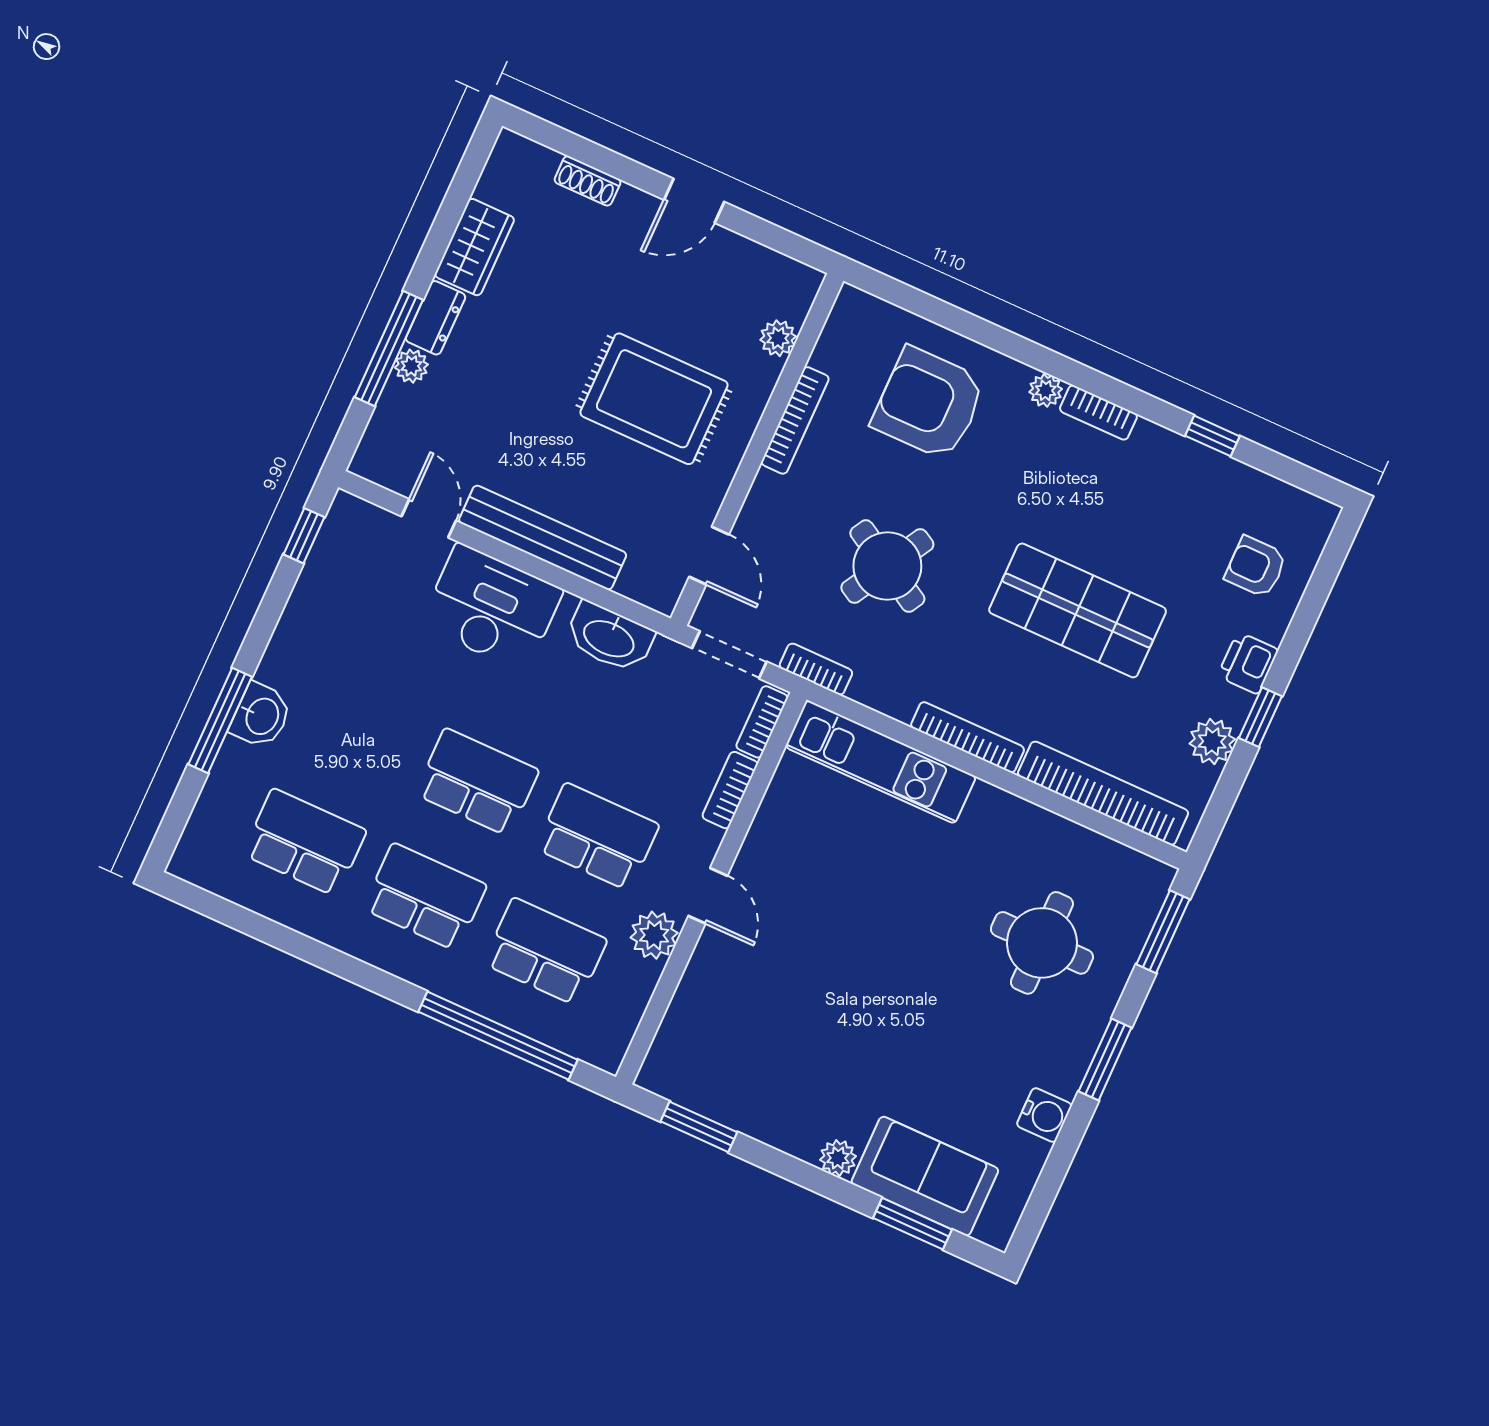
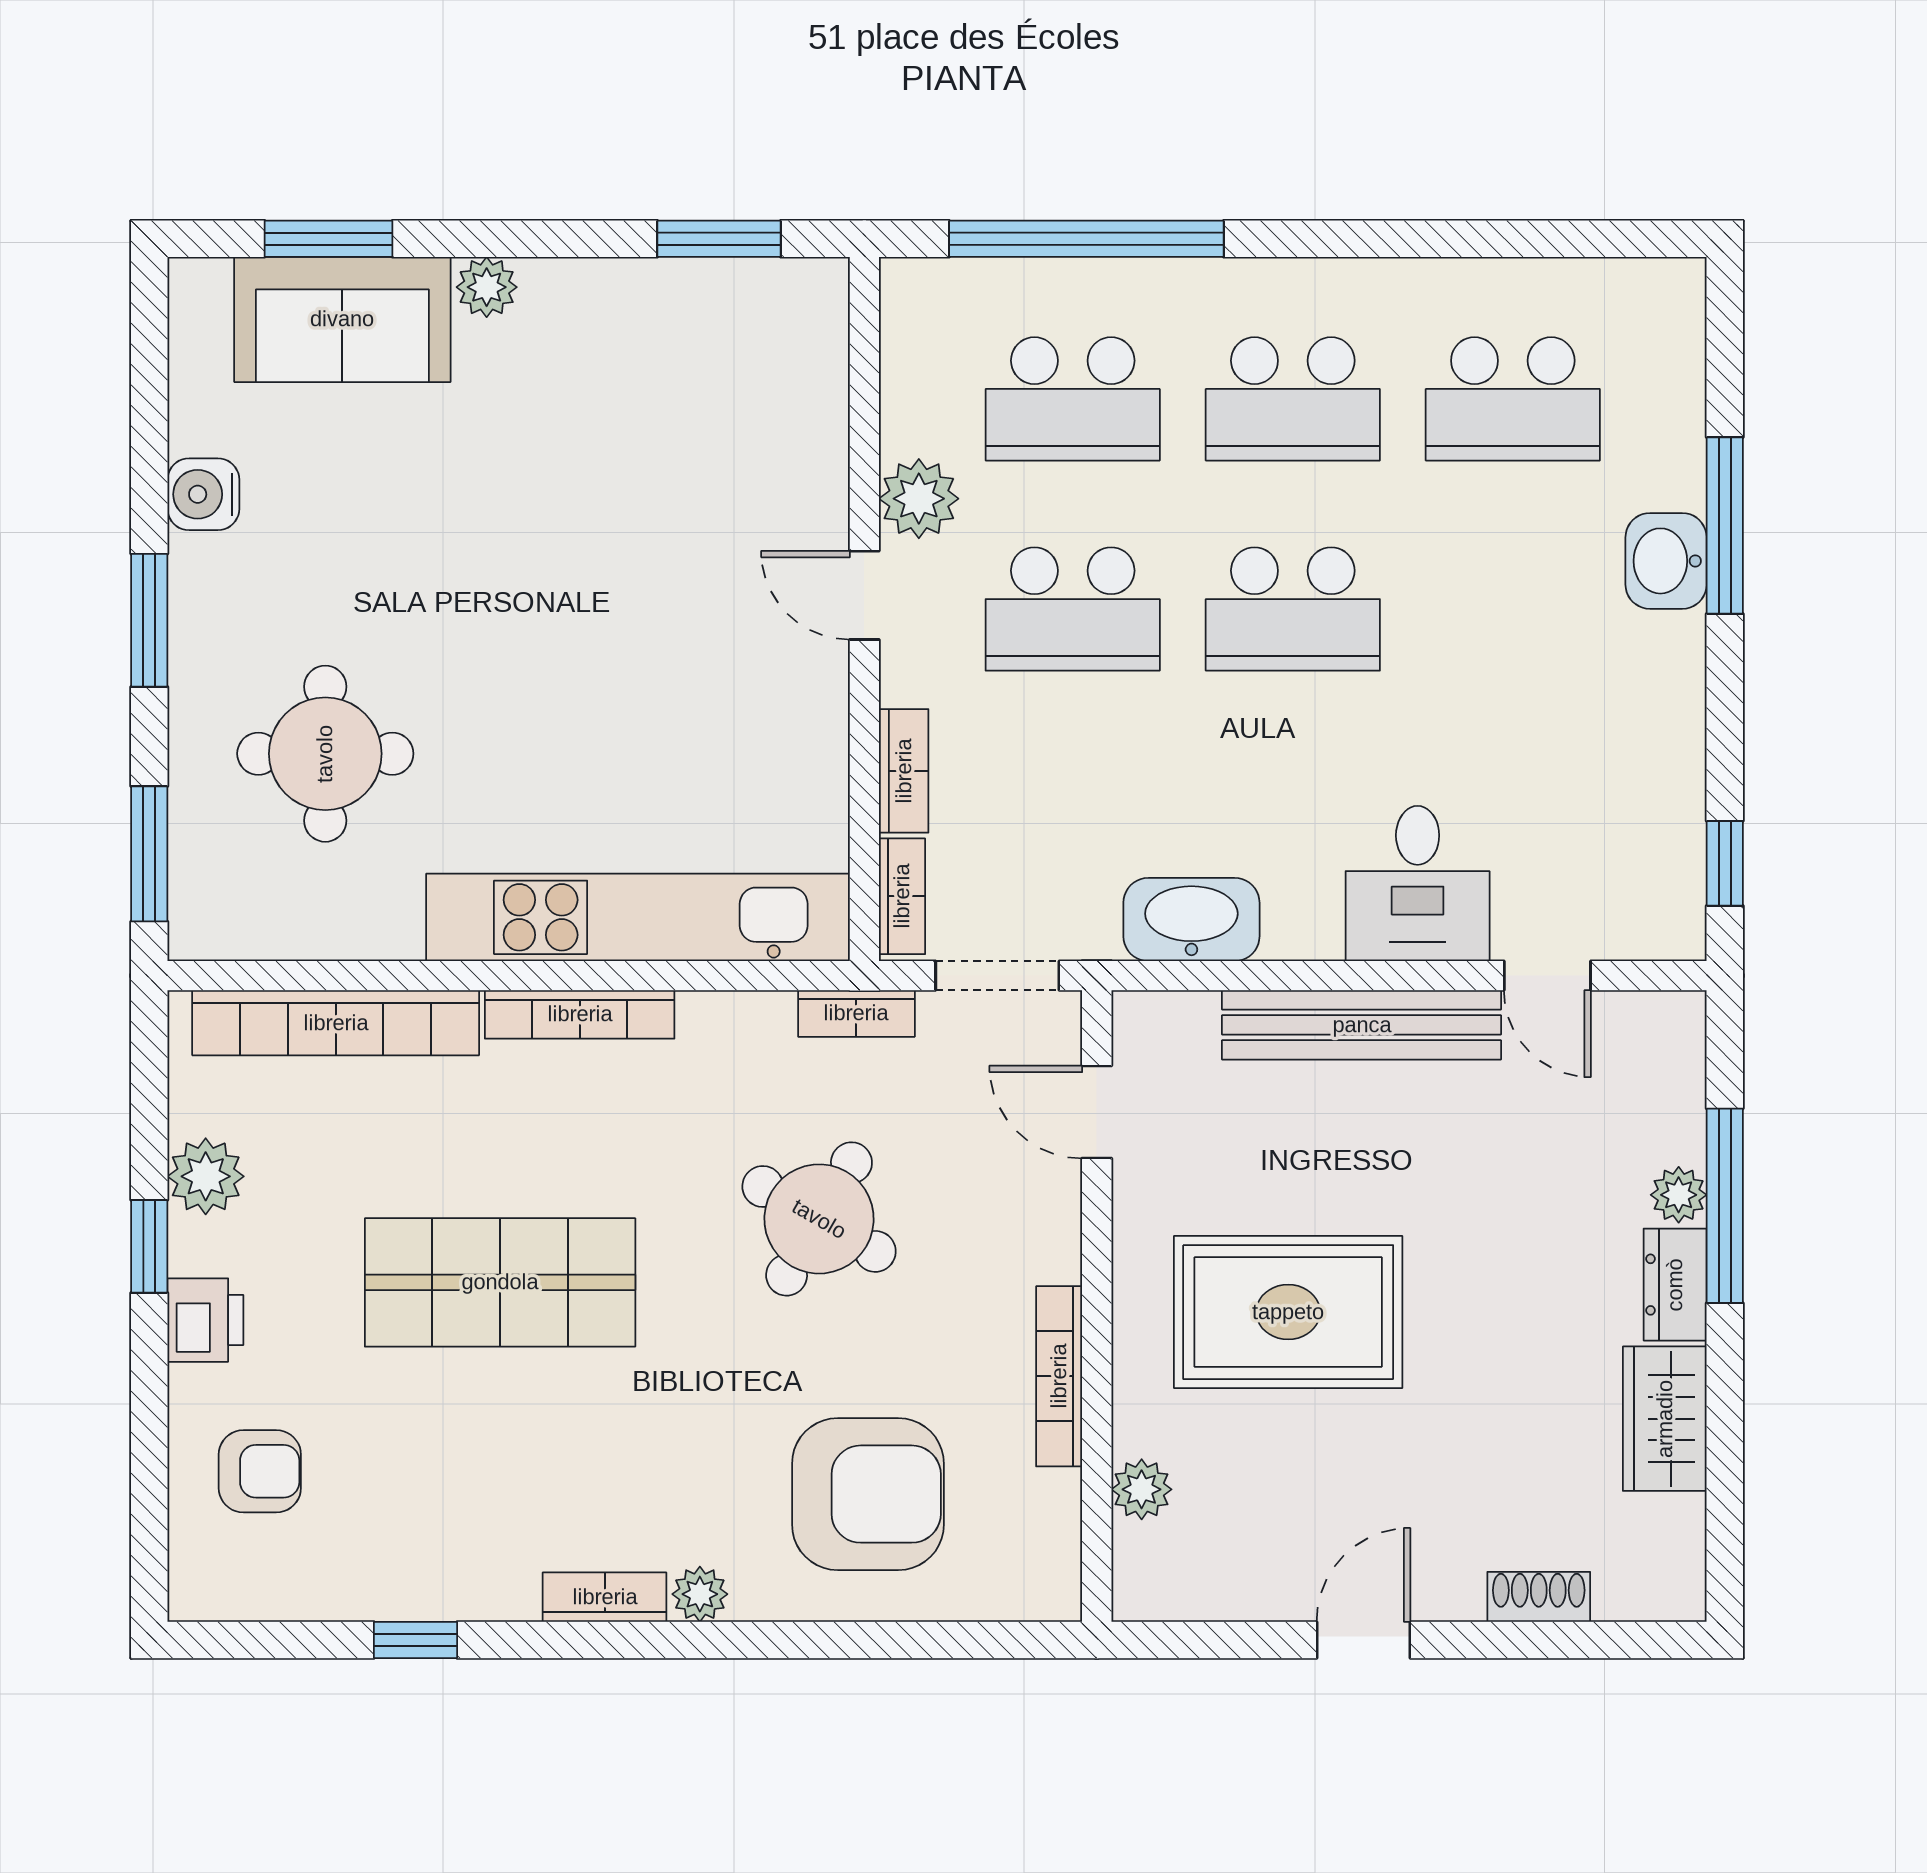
desk: (492, 608) -> (1418, 883), width x0.73
kitchen unit: (881, 762) -> (638, 917), width x1.36

